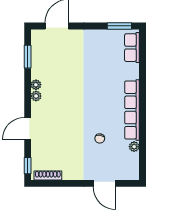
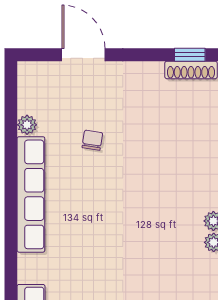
window: (49, 183) -> (190, 55), added

